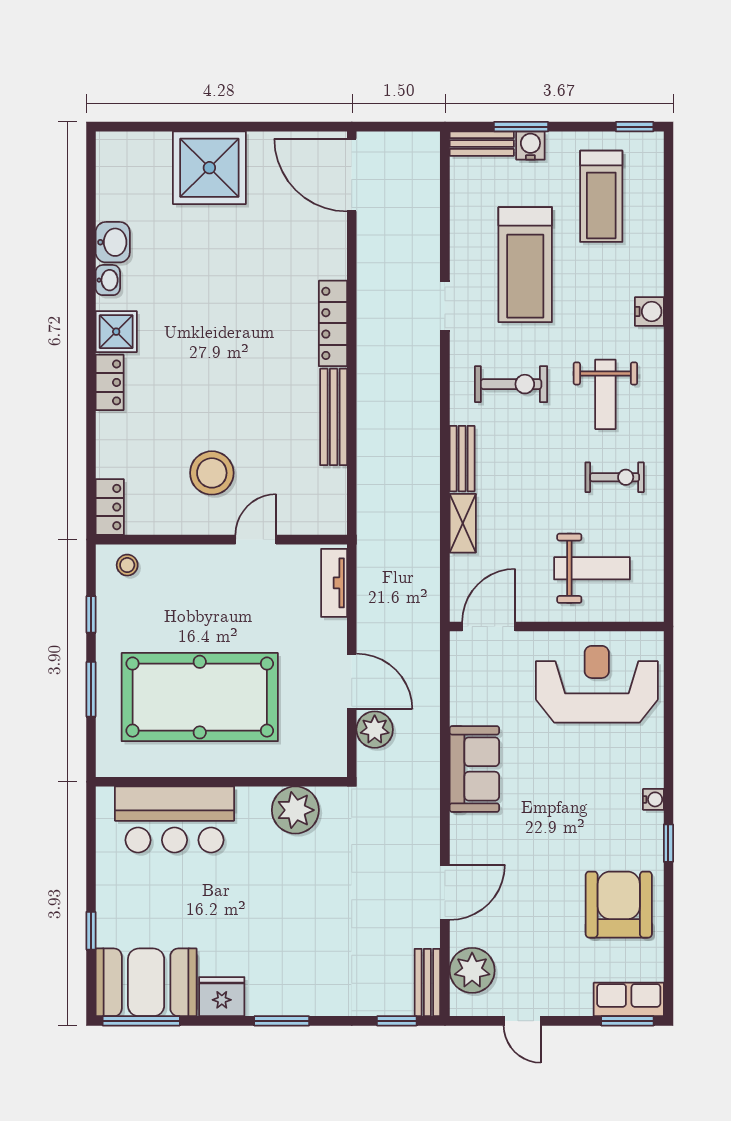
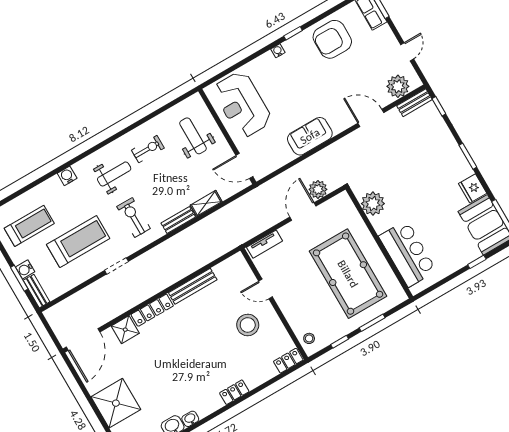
shower: (116, 332) -> (125, 330), moved
exercise bike: (615, 477) -> (148, 149), turned 90

